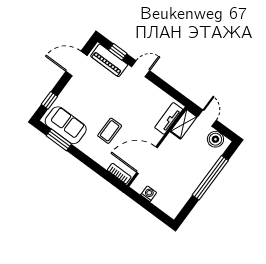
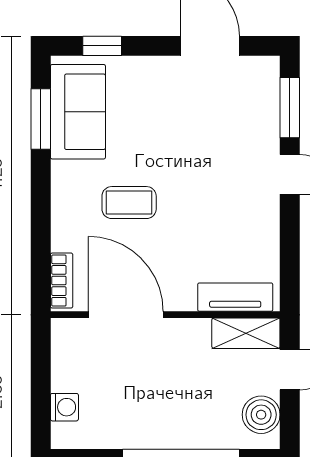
window: (118, 52) -> (290, 108), width x1.50
piano: (109, 60) -> (261, 103), removed
washing machine: (149, 194) -> (64, 407), moved

